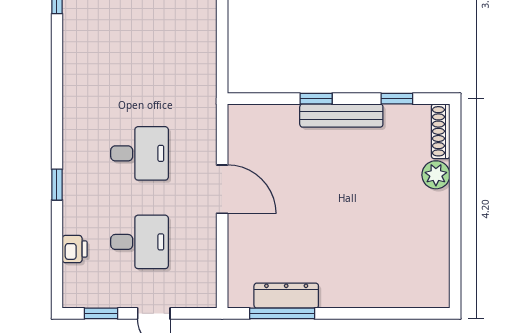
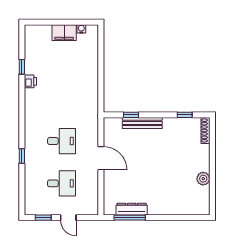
window: (316, 99) -> (131, 115), moved
bench: (341, 116) -> (142, 123), moved
plant: (436, 175) -> (203, 179), moved
printer: (75, 249) -> (30, 81), moved

